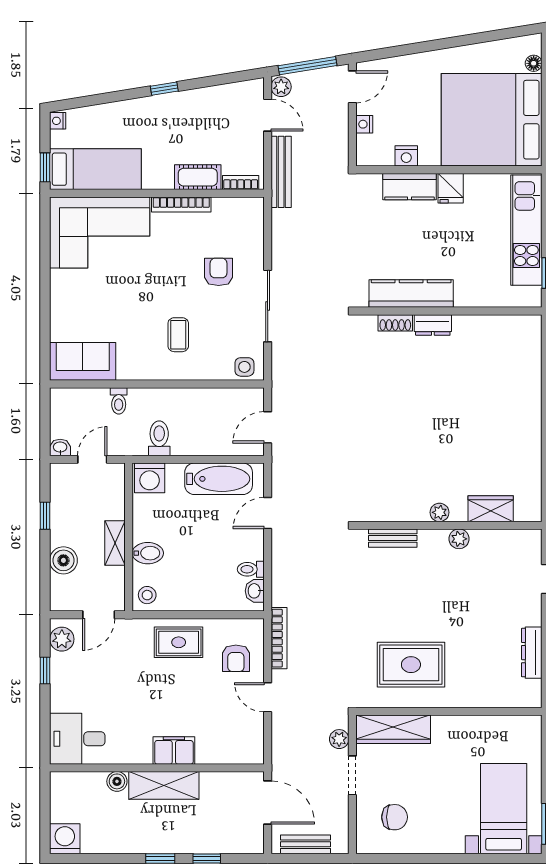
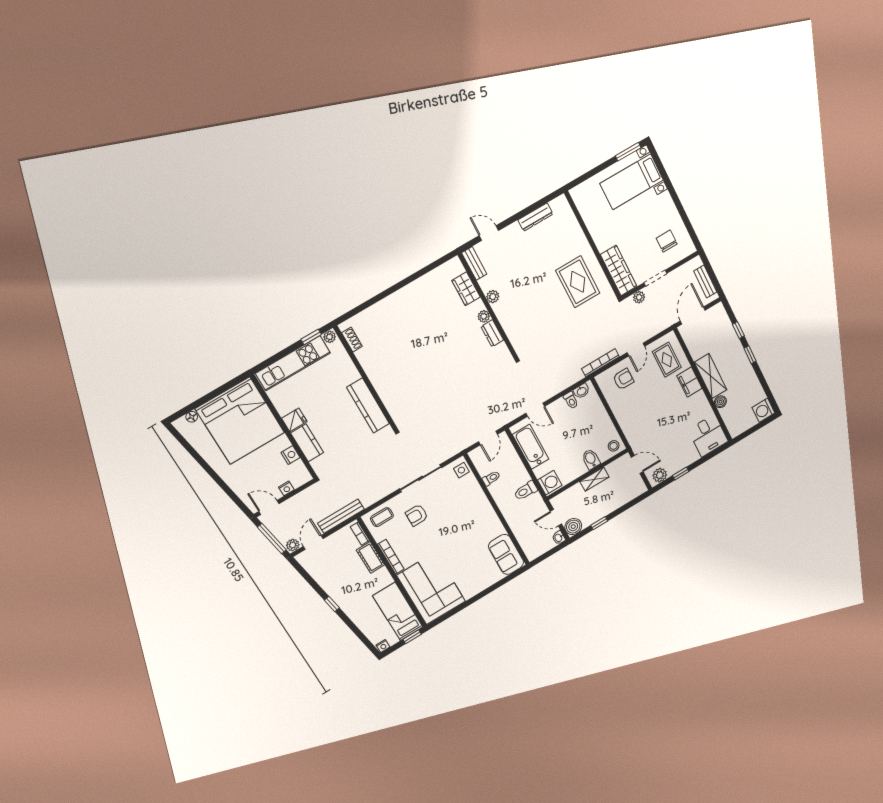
plant: (533, 296) -> (330, 337), added
shoe rack: (395, 323) -> (352, 340), moved
dresser: (433, 325) -> (492, 333), moved, turned 180
coffee table: (178, 335) -> (382, 517), moved
toilet: (119, 401) -> (491, 478), moved
door: (268, 427) -> (488, 438), hinge flipped
bench: (393, 538) -> (474, 263), moved
boiler: (63, 560) -> (573, 527), moved
rug: (179, 642) -> (667, 360), moved

